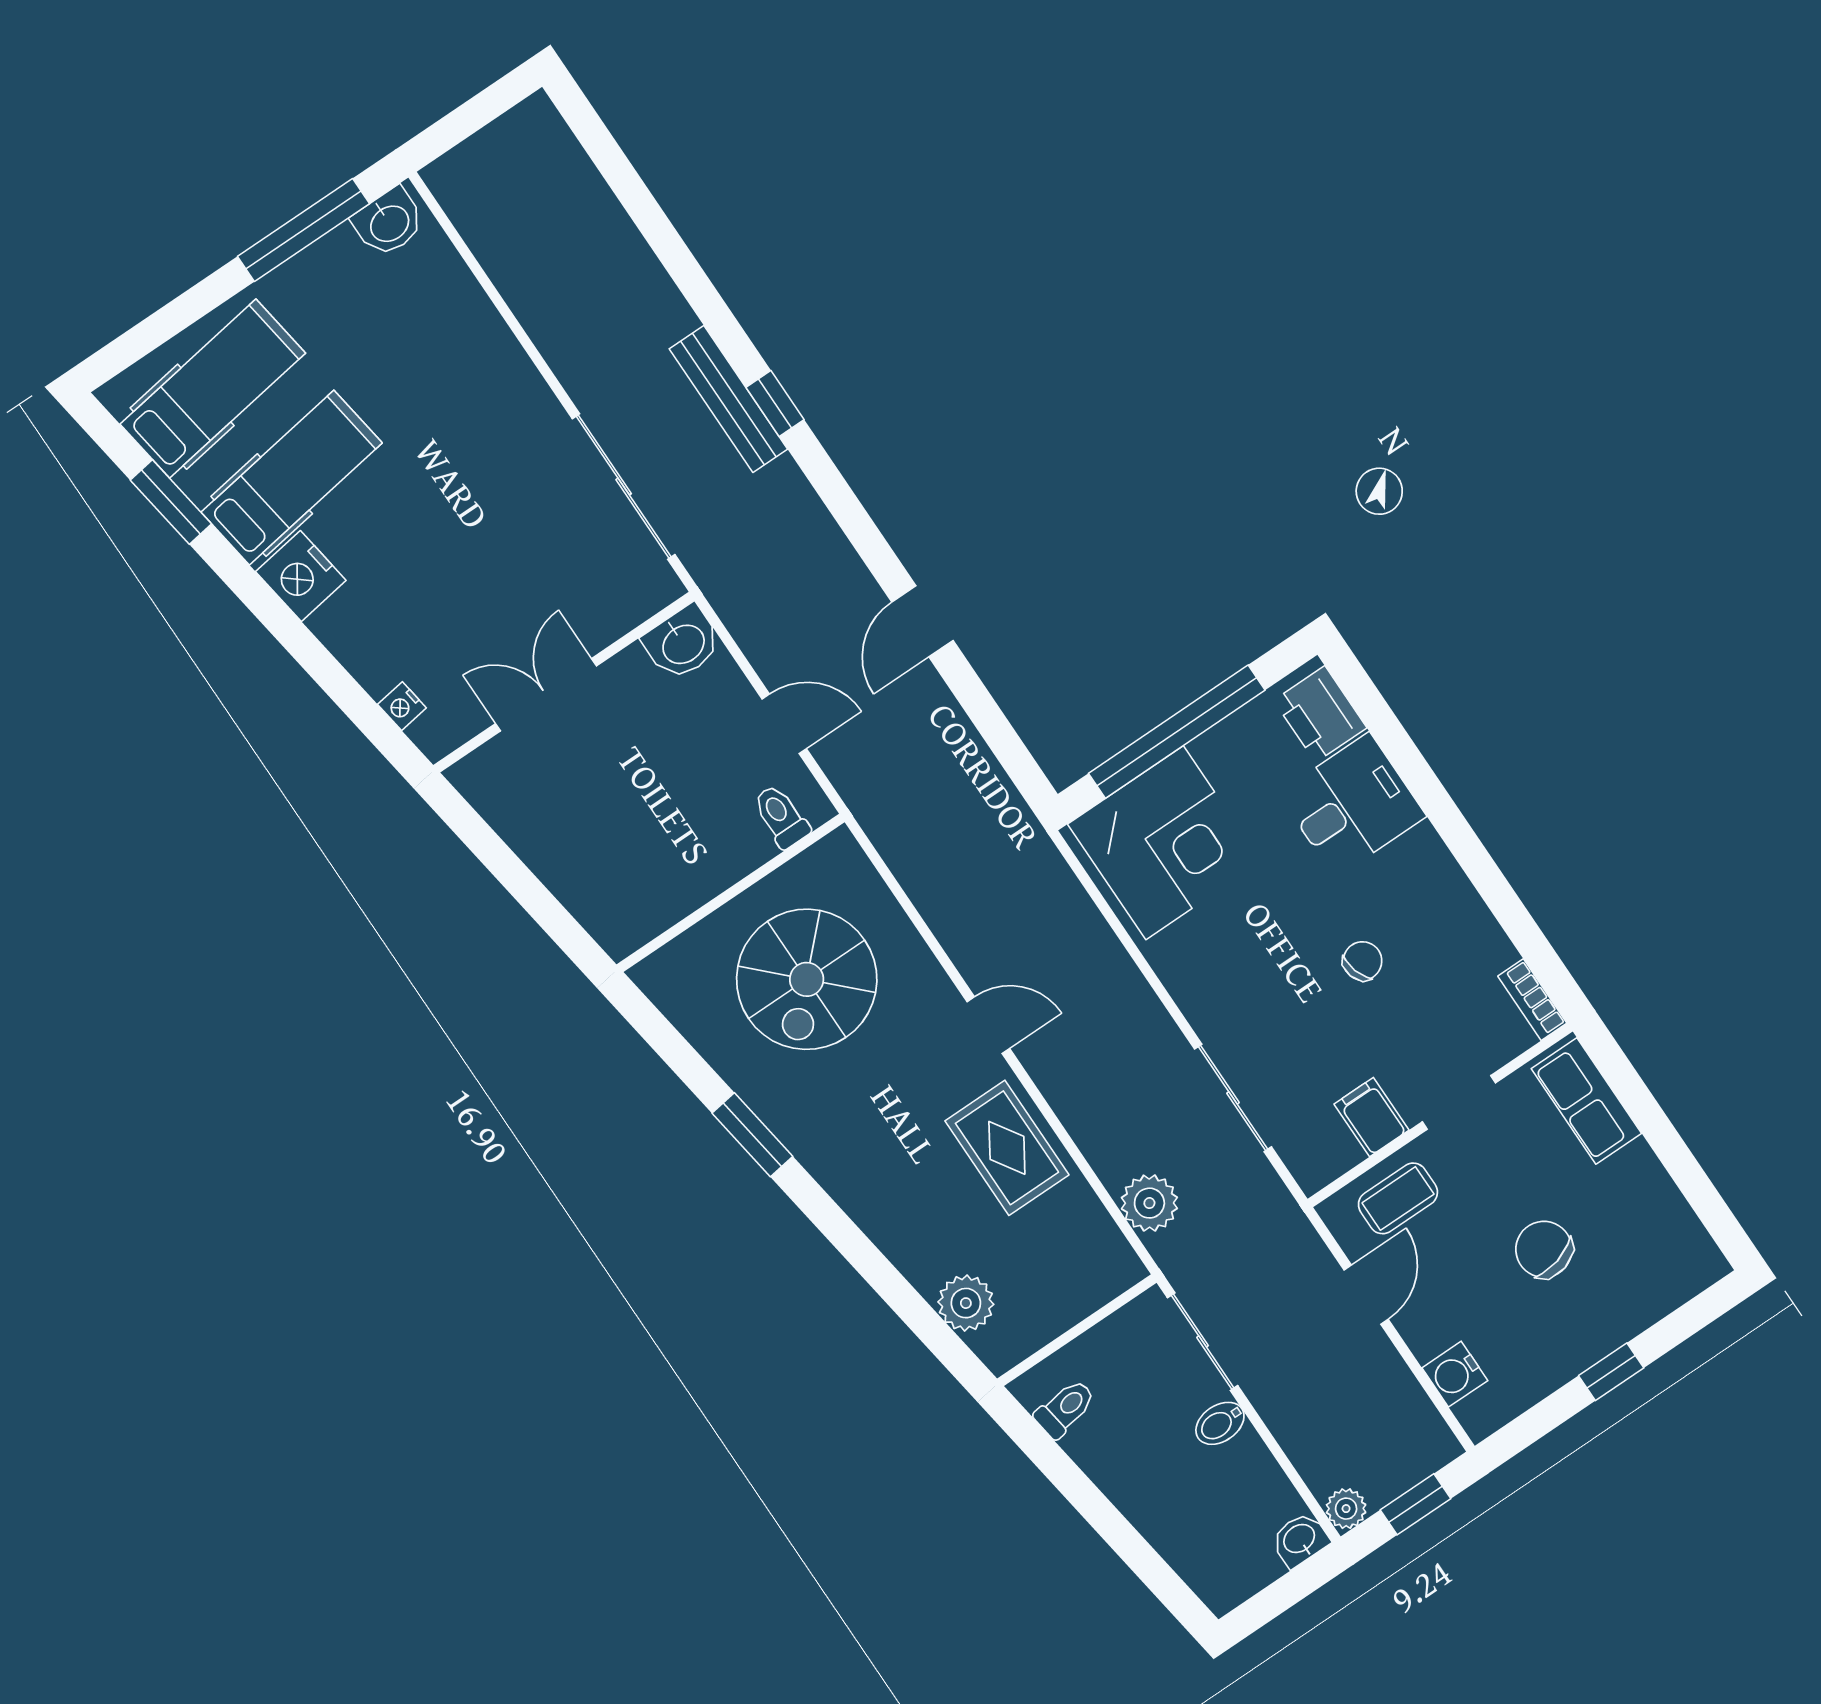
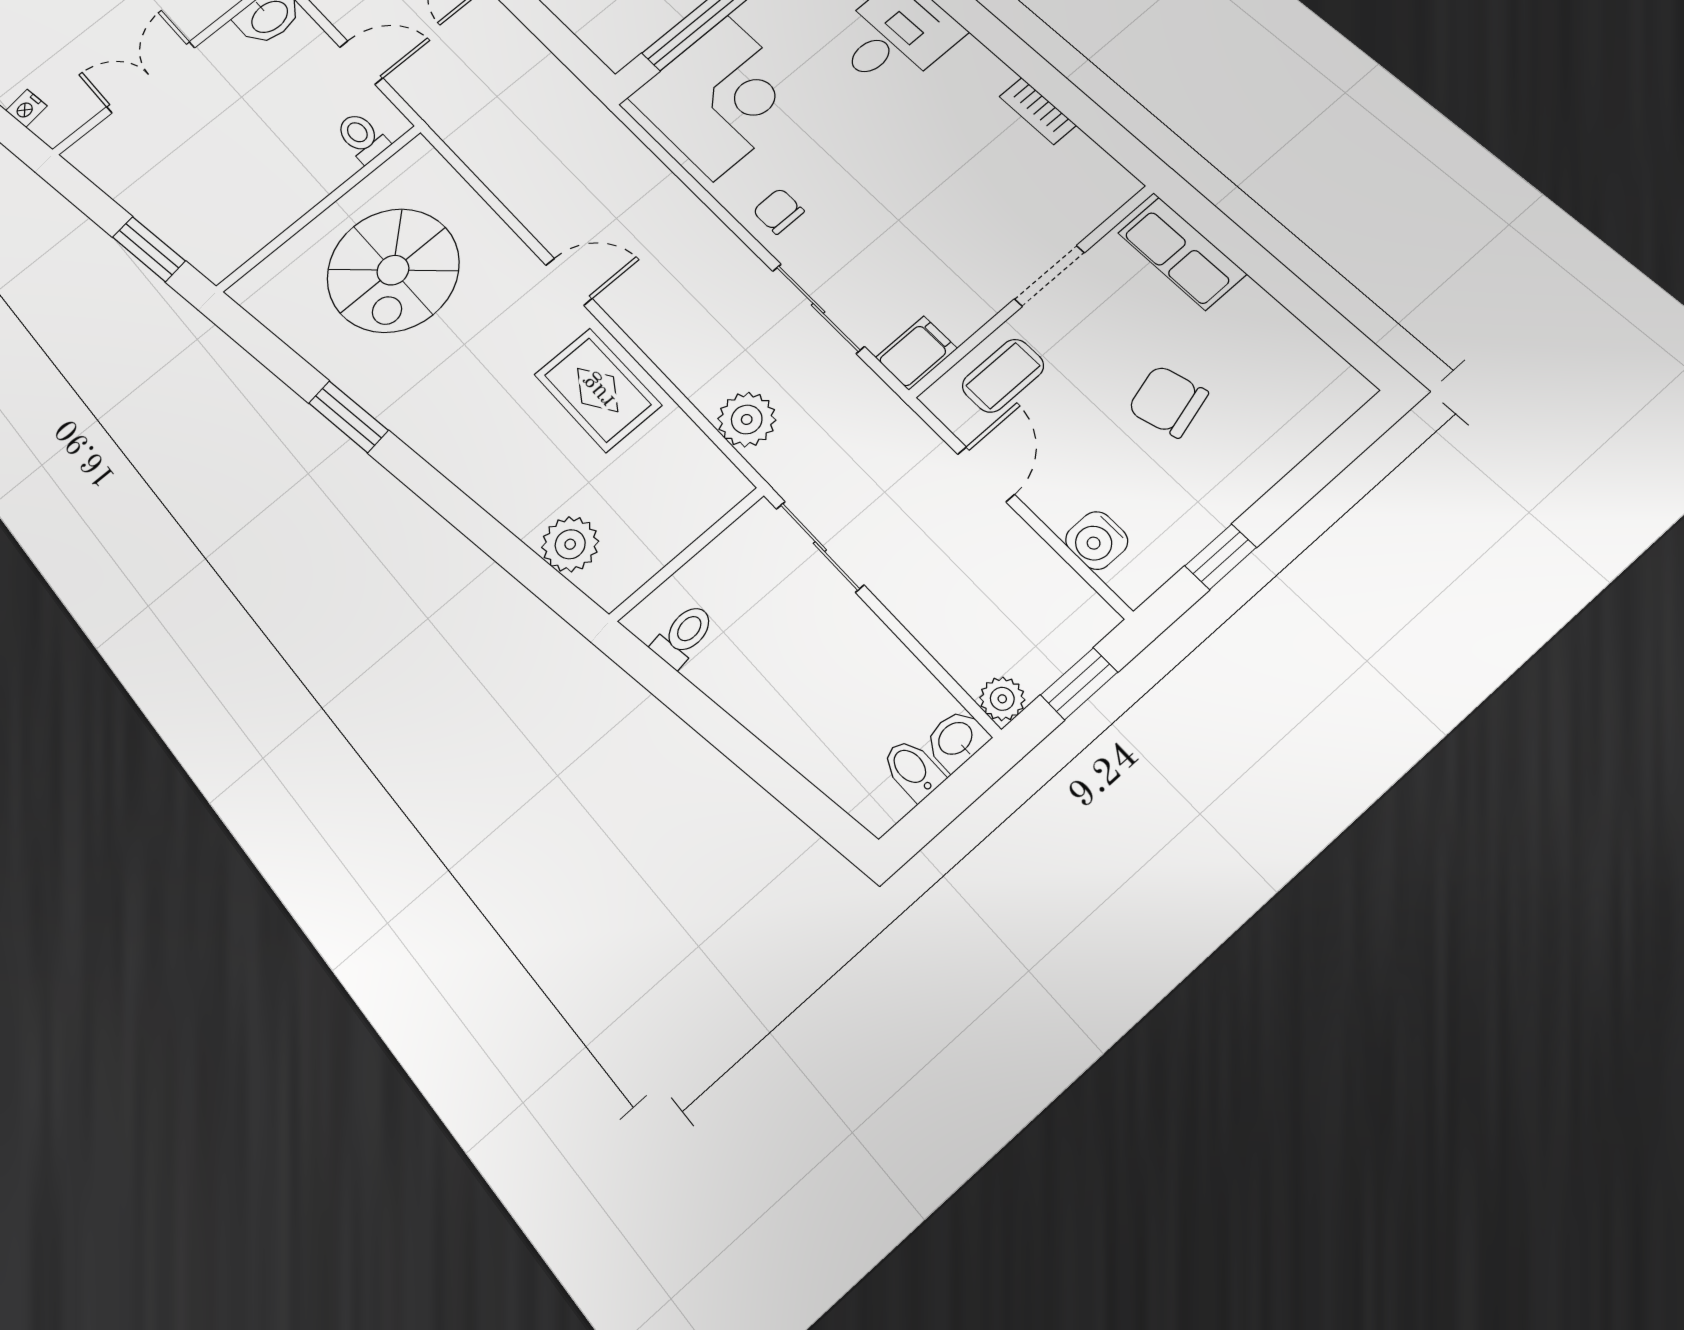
window: (543, 907) -> (149, 249), added
chair: (1363, 961) -> (778, 211), moved, turned -73
bookcase: (1532, 1000) -> (1038, 111), moved
filing cabinet: (1371, 1117) -> (916, 353), moved, turned 90
window: (1611, 1372) -> (1221, 557), moved
bidet: (1220, 1423) -> (913, 769), moved, turned 90

